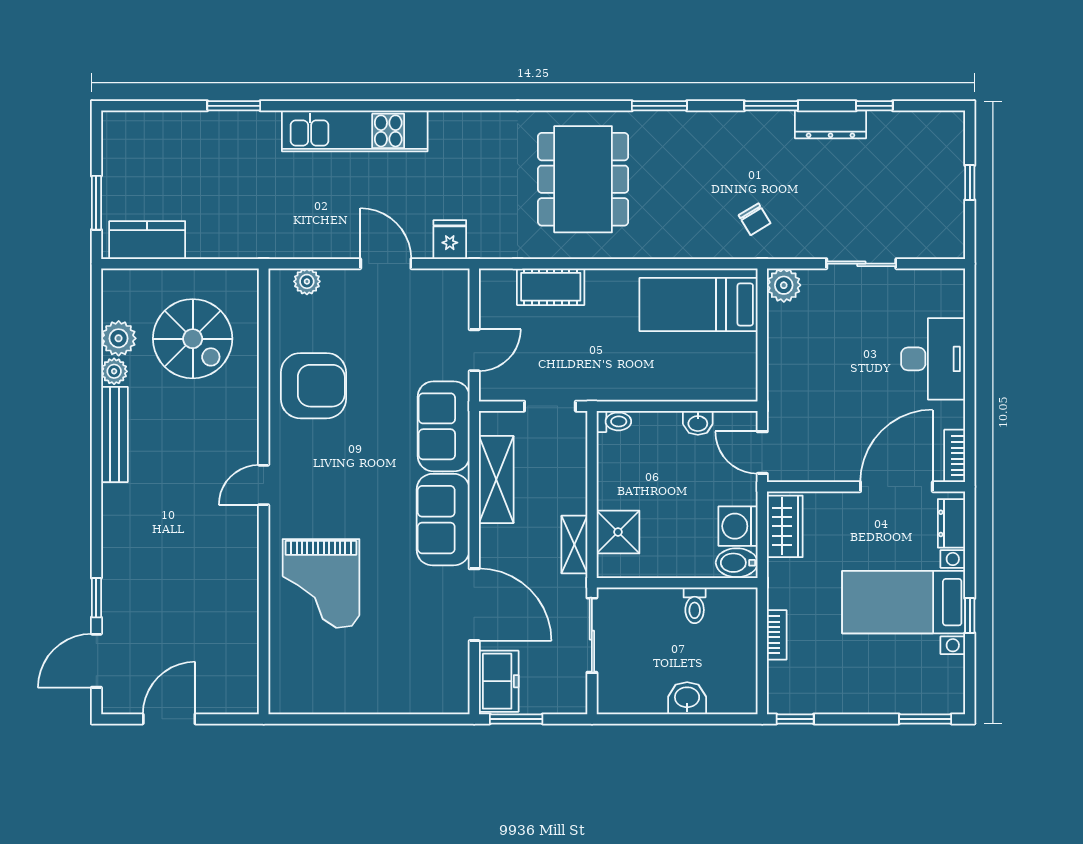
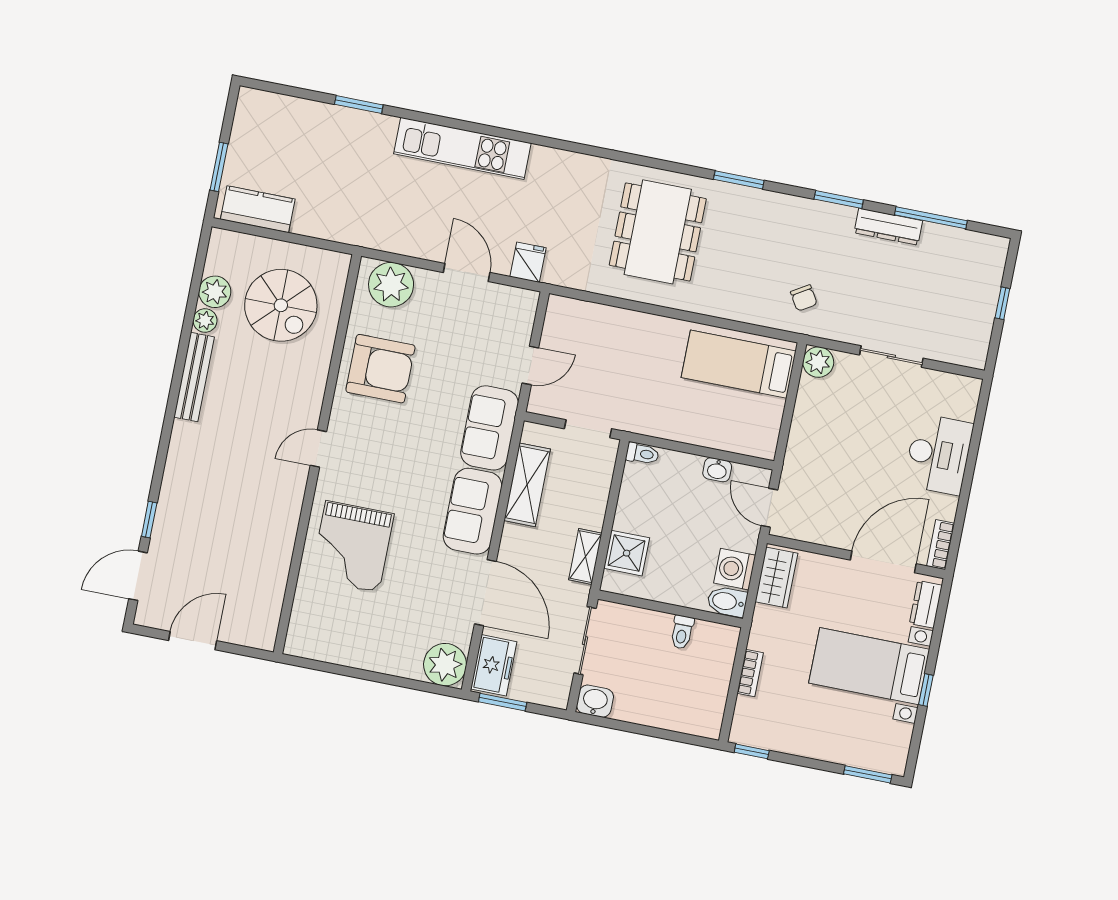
window: (874, 106) -> (931, 218), width x2.17
plant: (307, 281) -> (391, 285), width x1.87, depth x1.87
cot: (551, 287) -> (610, 322), removed
plant: (446, 691) -> (445, 665), added
washbasin: (687, 698) -> (595, 701), moved

